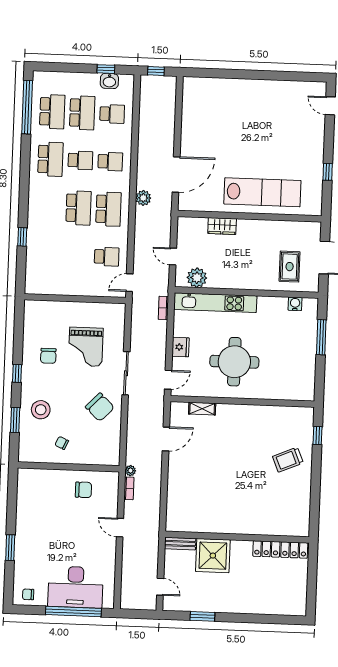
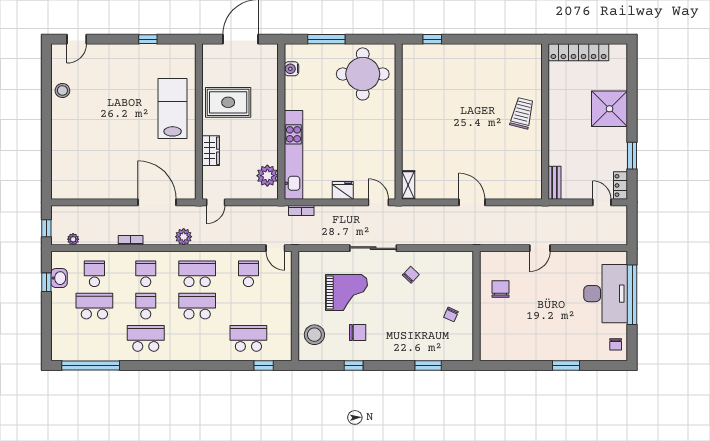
stool: (283, 91) -> (62, 90), added
school desk: (52, 112) -> (248, 338), moved
lab bench: (262, 192) -> (173, 109), width x0.73
window: (22, 237) -> (264, 366), moved
door: (173, 257) -> (216, 202), moved
rug: (290, 267) -> (228, 102), moved, width x1.36, depth x1.43
round table: (234, 362) -> (363, 74), moved
window: (17, 373) -> (354, 366), moved
chair: (100, 407) -> (411, 275), width x0.54, depth x0.54
shelving: (202, 409) -> (408, 185), moved
stool: (41, 410) -> (314, 335), moved
door: (166, 439) -> (472, 202), moved
trolley: (288, 460) -> (522, 113), moved, turned -143
plant: (130, 471) -> (73, 239), moved
bookcase: (129, 488) -> (131, 240), moved
locker: (280, 549) -> (578, 52), moved, turned 90
shower: (213, 556) -> (610, 109), moved
door: (160, 587) -> (602, 202), hinge flipped
locker: (175, 605) -> (620, 185), added

